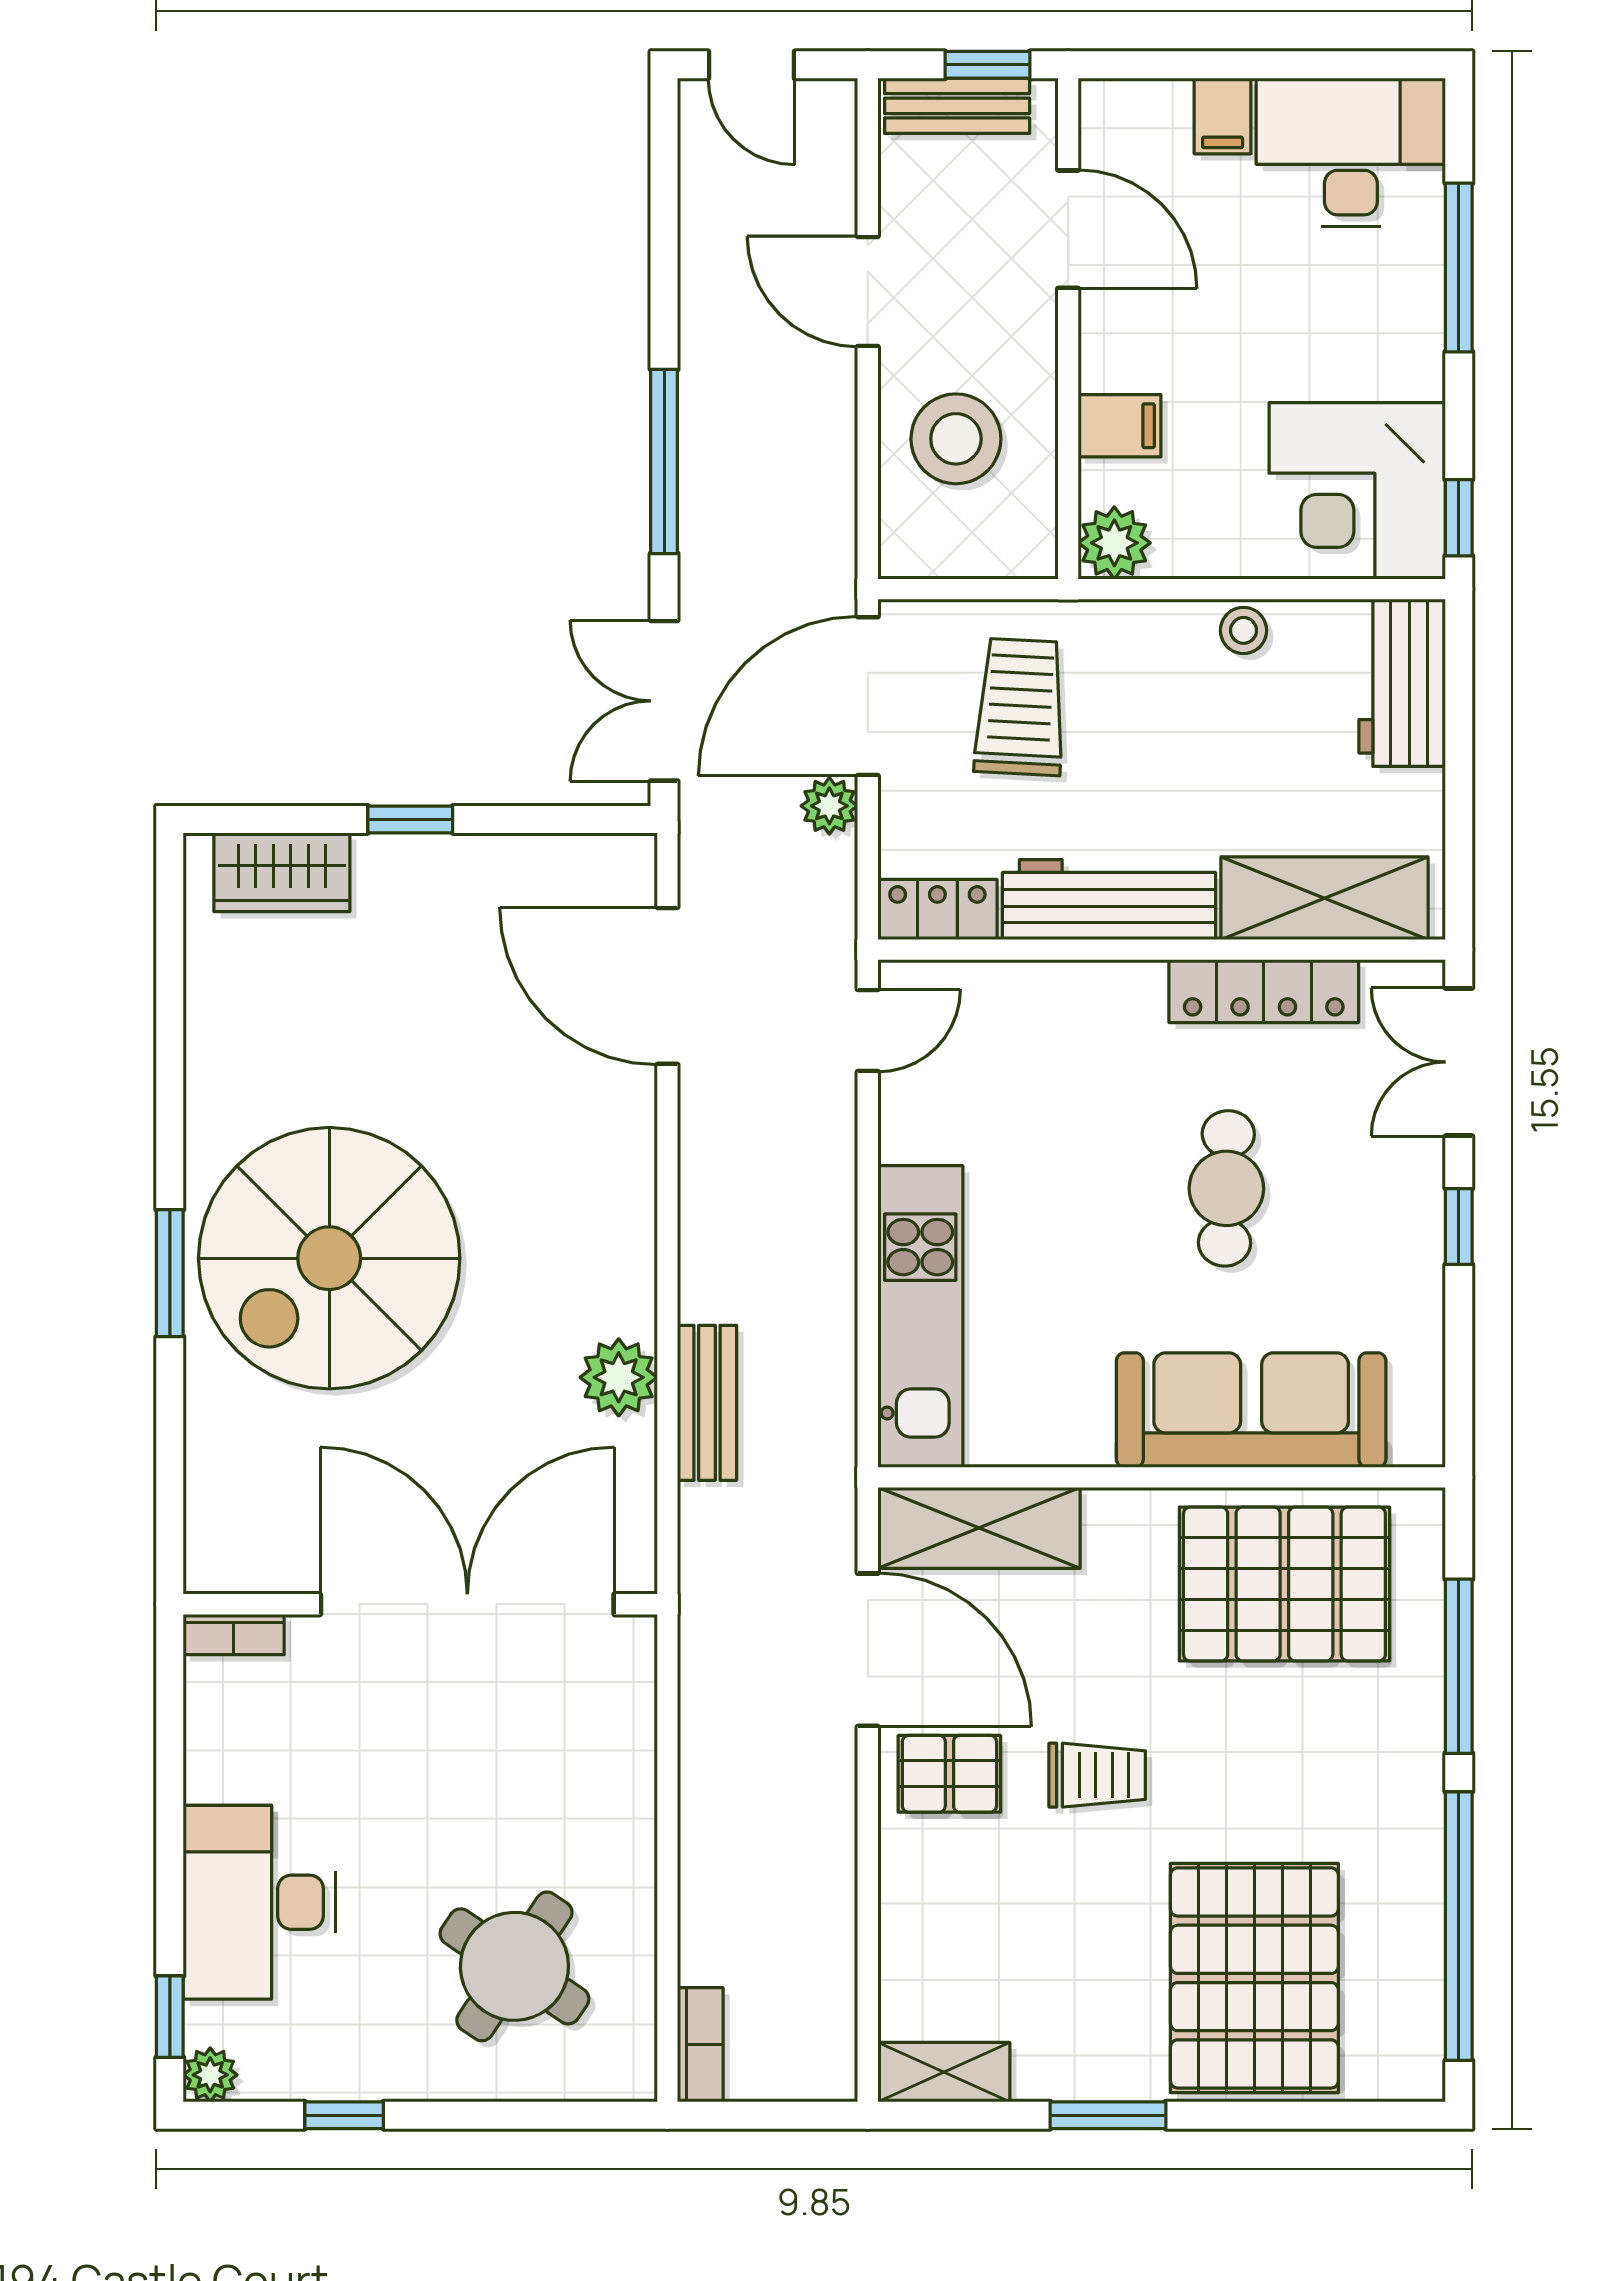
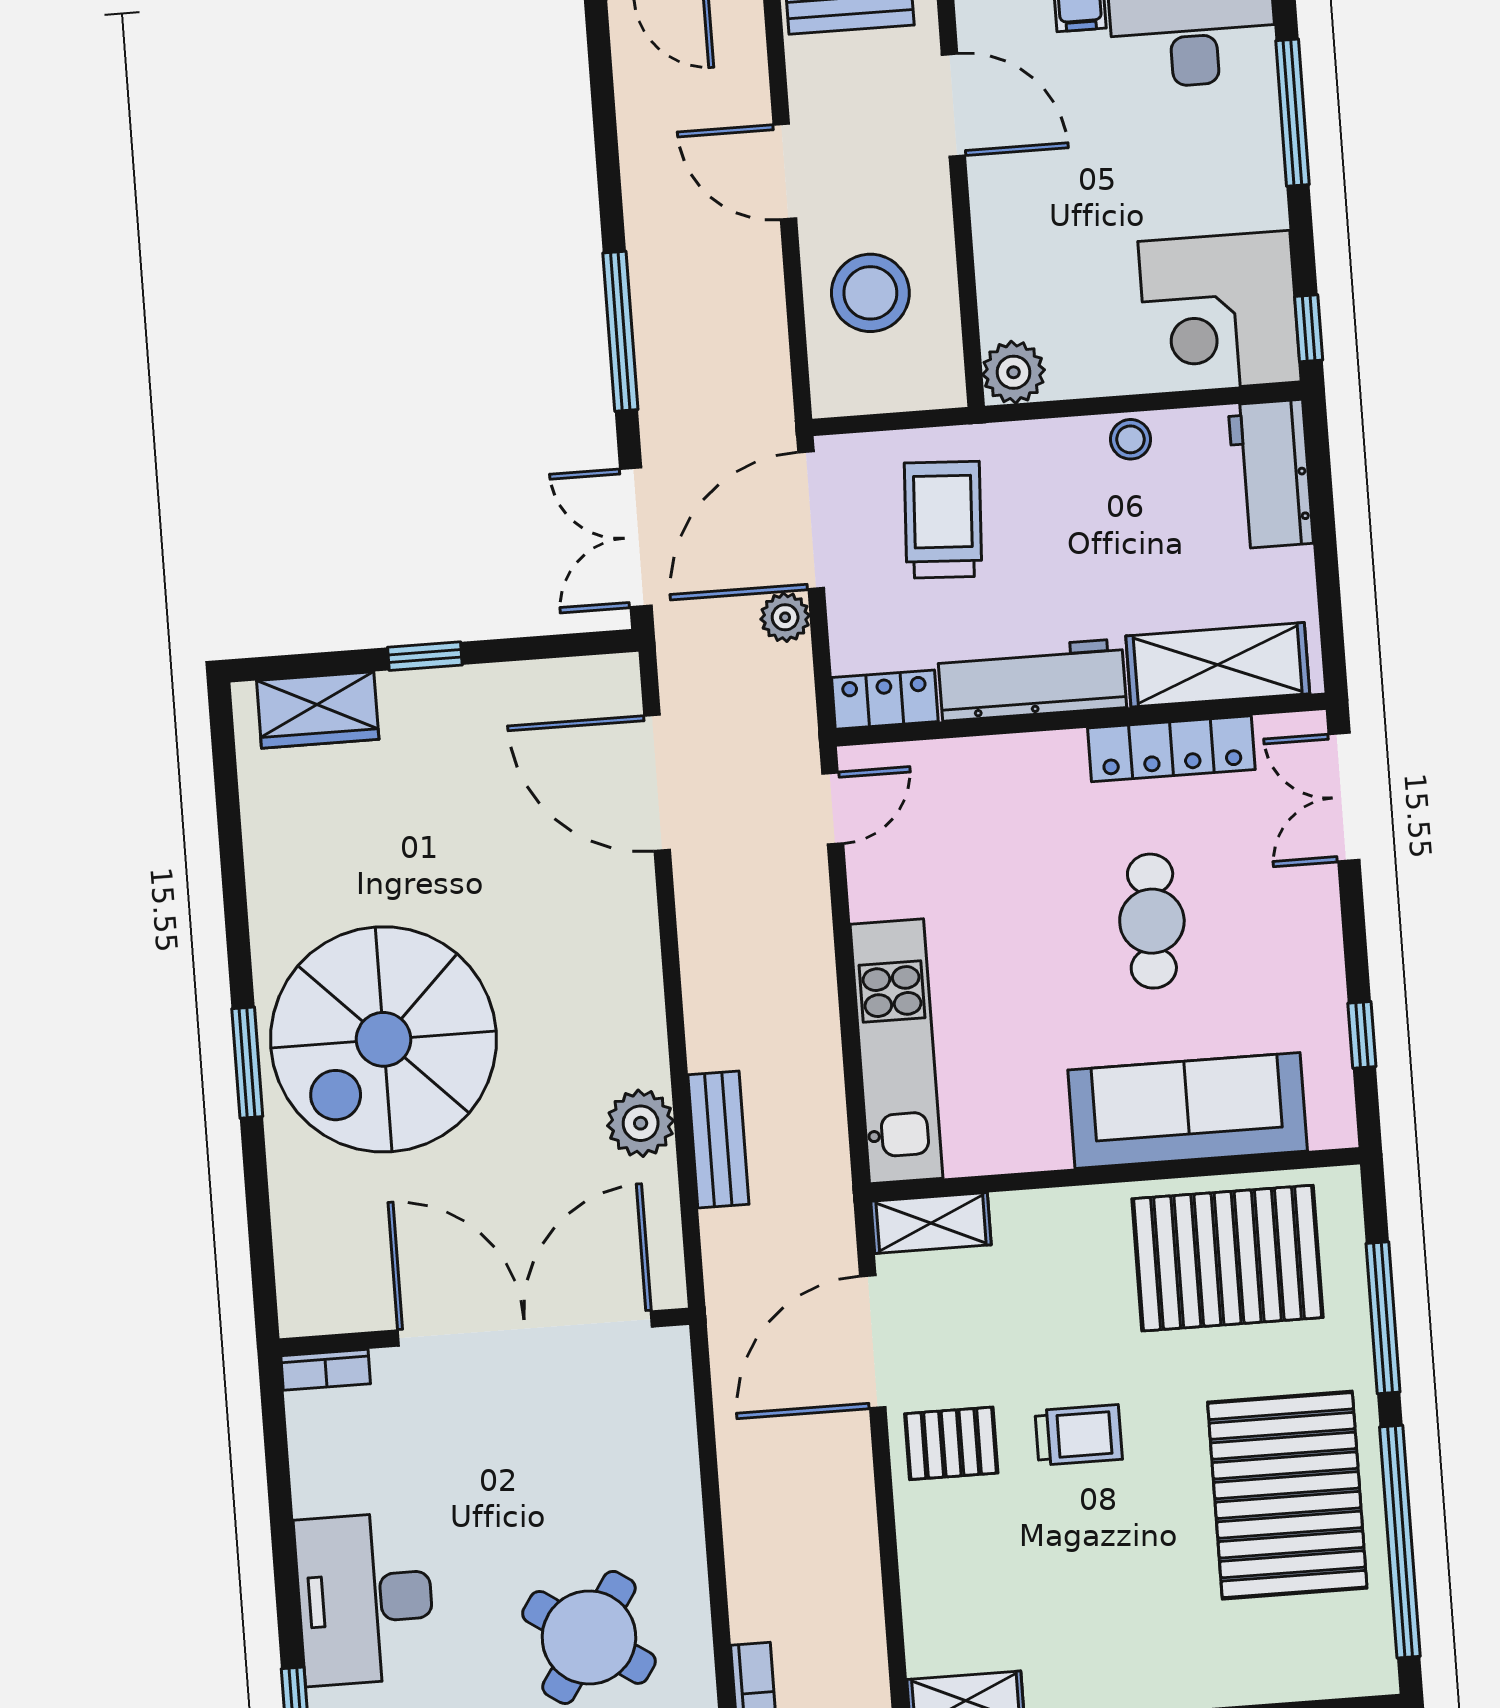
filing cabinet: (1120, 426) -> (1010, 271), removed
window: (1459, 1226) -> (1362, 1035), moved
shelving: (979, 1528) -> (931, 1223), width x0.67, depth x0.75
door: (868, 1650) -> (873, 1342), swing flipped
pallet: (1254, 1978) -> (1287, 1495), moved

